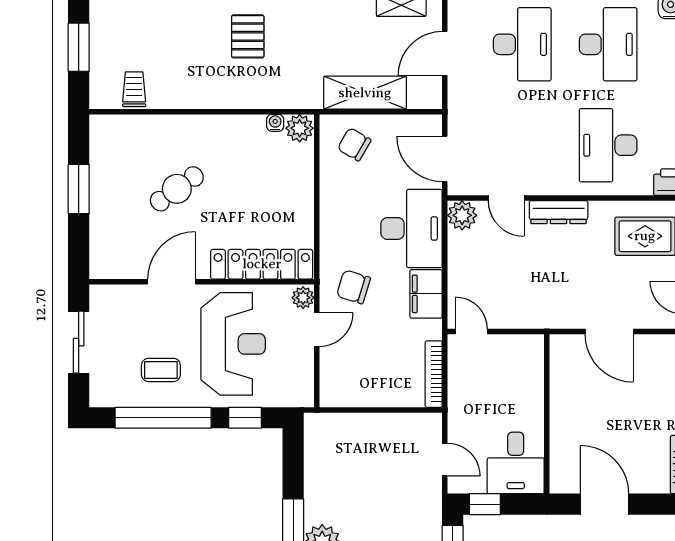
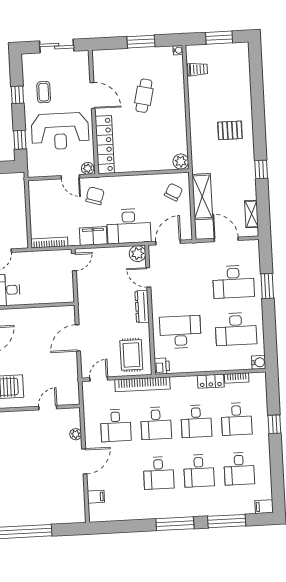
water cooler: (275, 123) -> (178, 50), moved
cafe table: (177, 189) -> (144, 96), turned 49
door: (506, 198) -> (148, 277), hinge flipped
window: (163, 418) -> (17, 95), width x0.32

